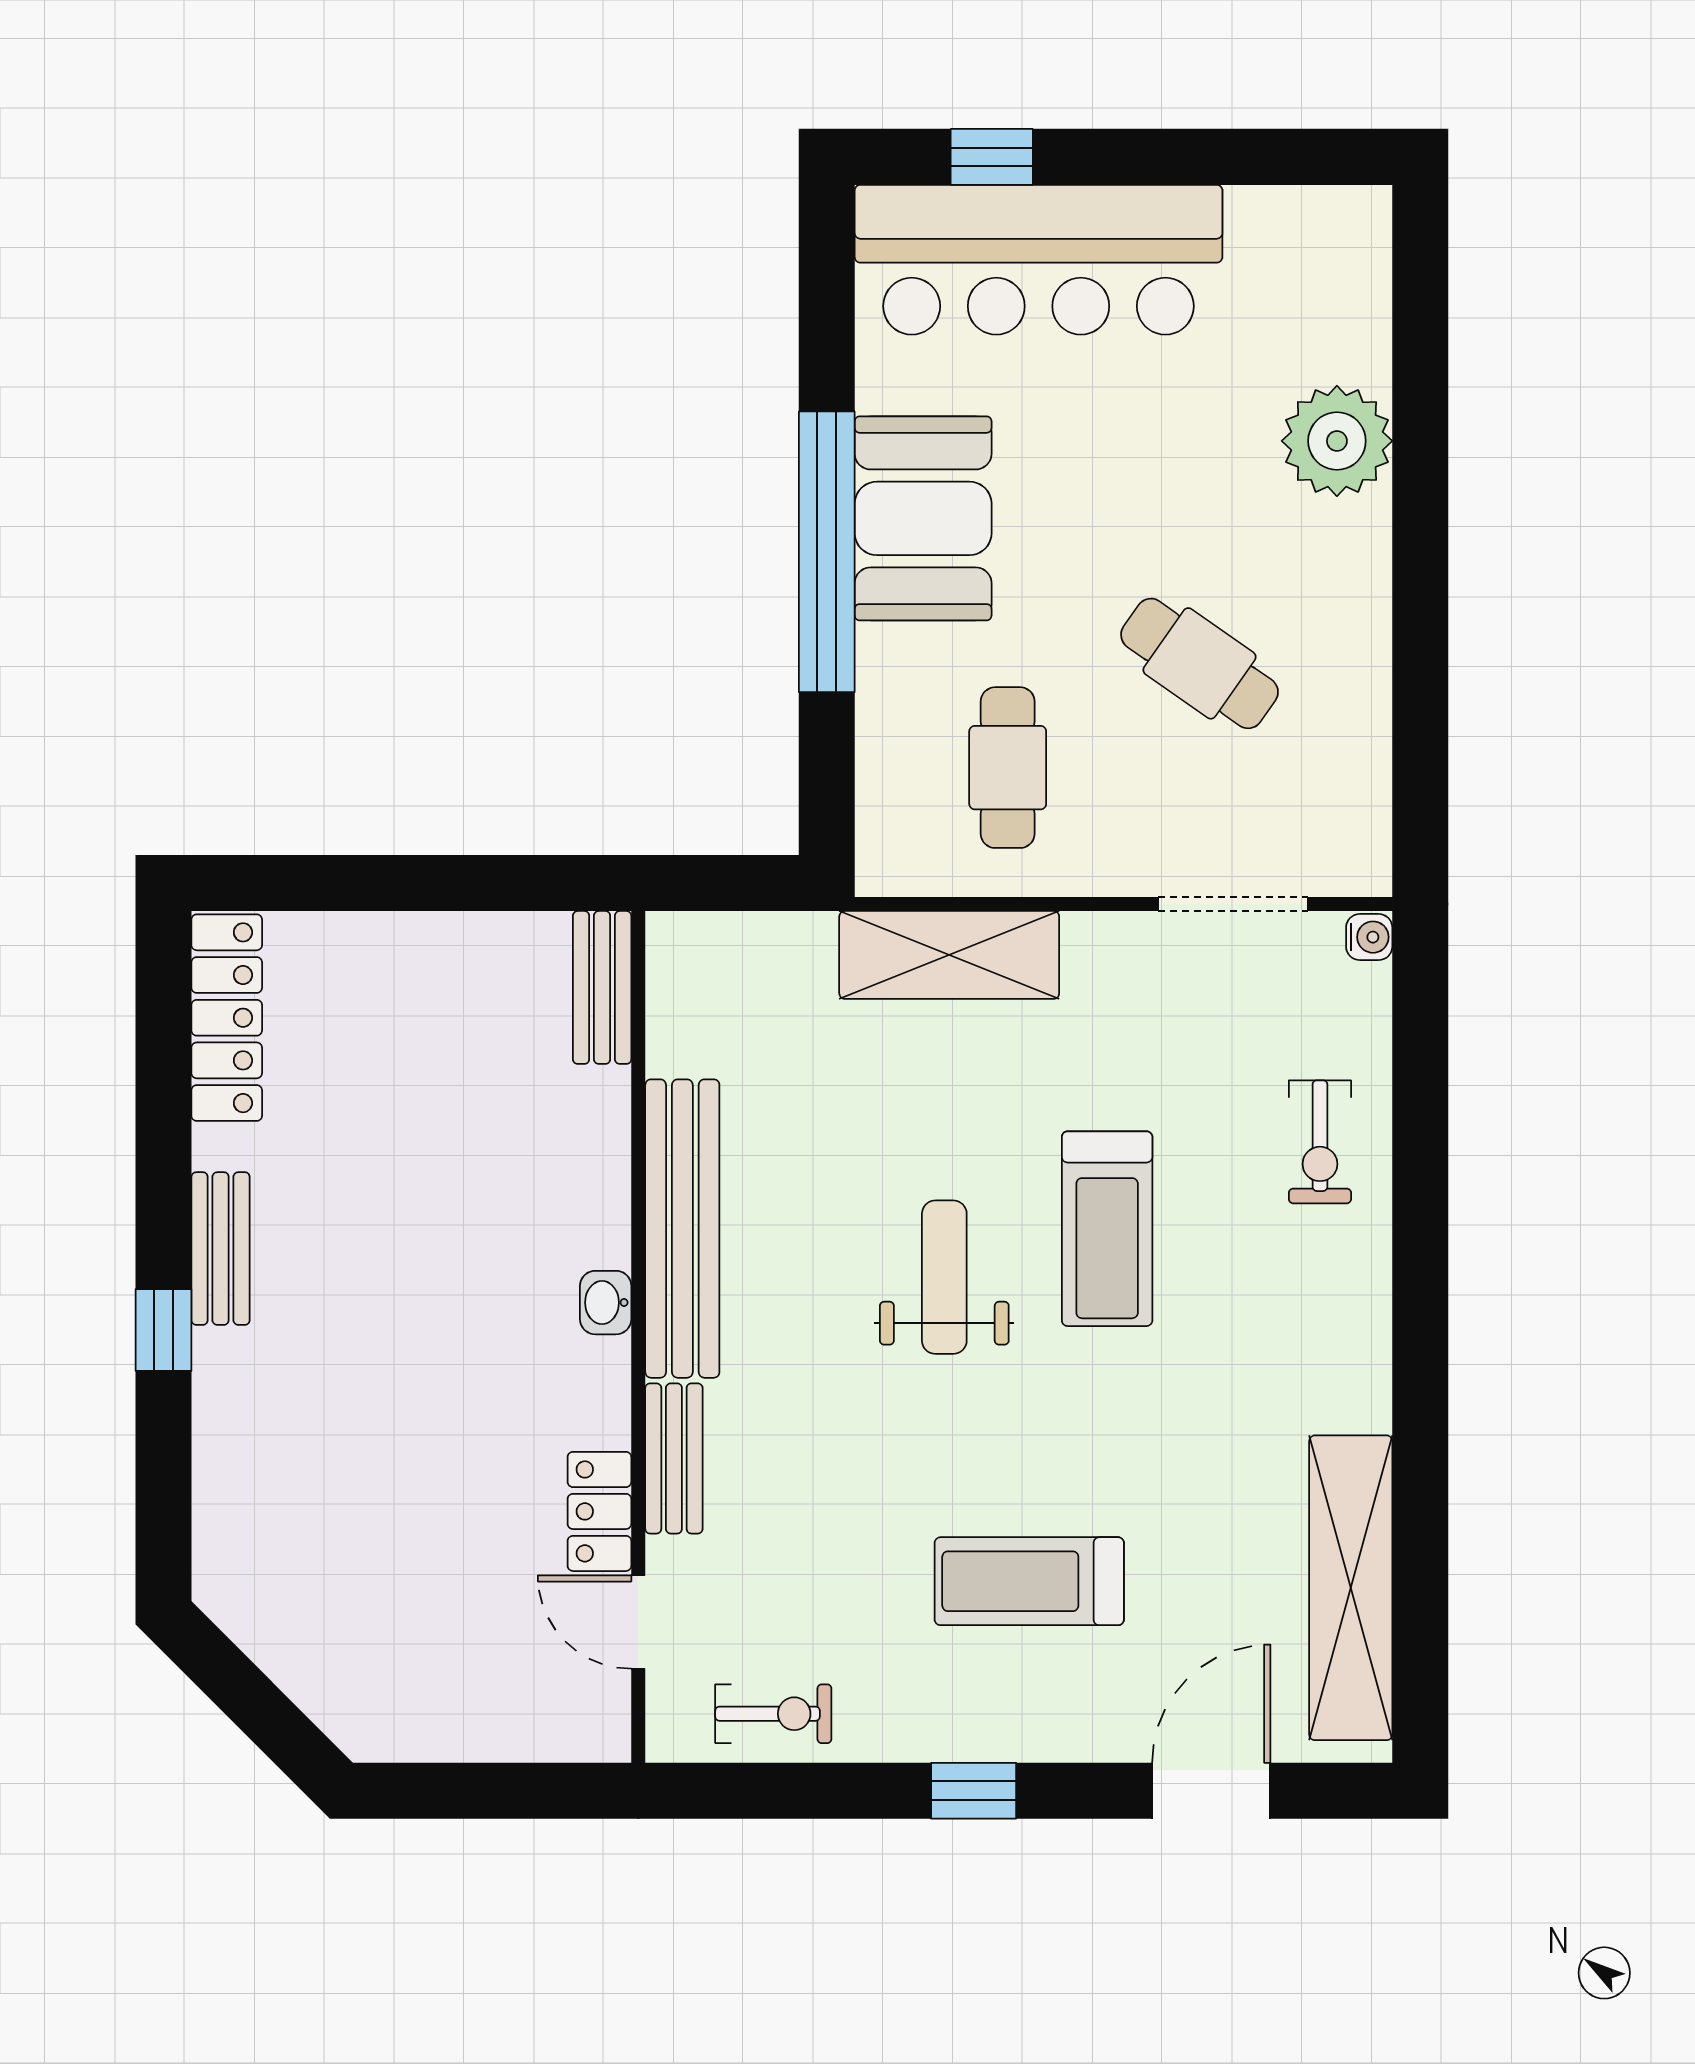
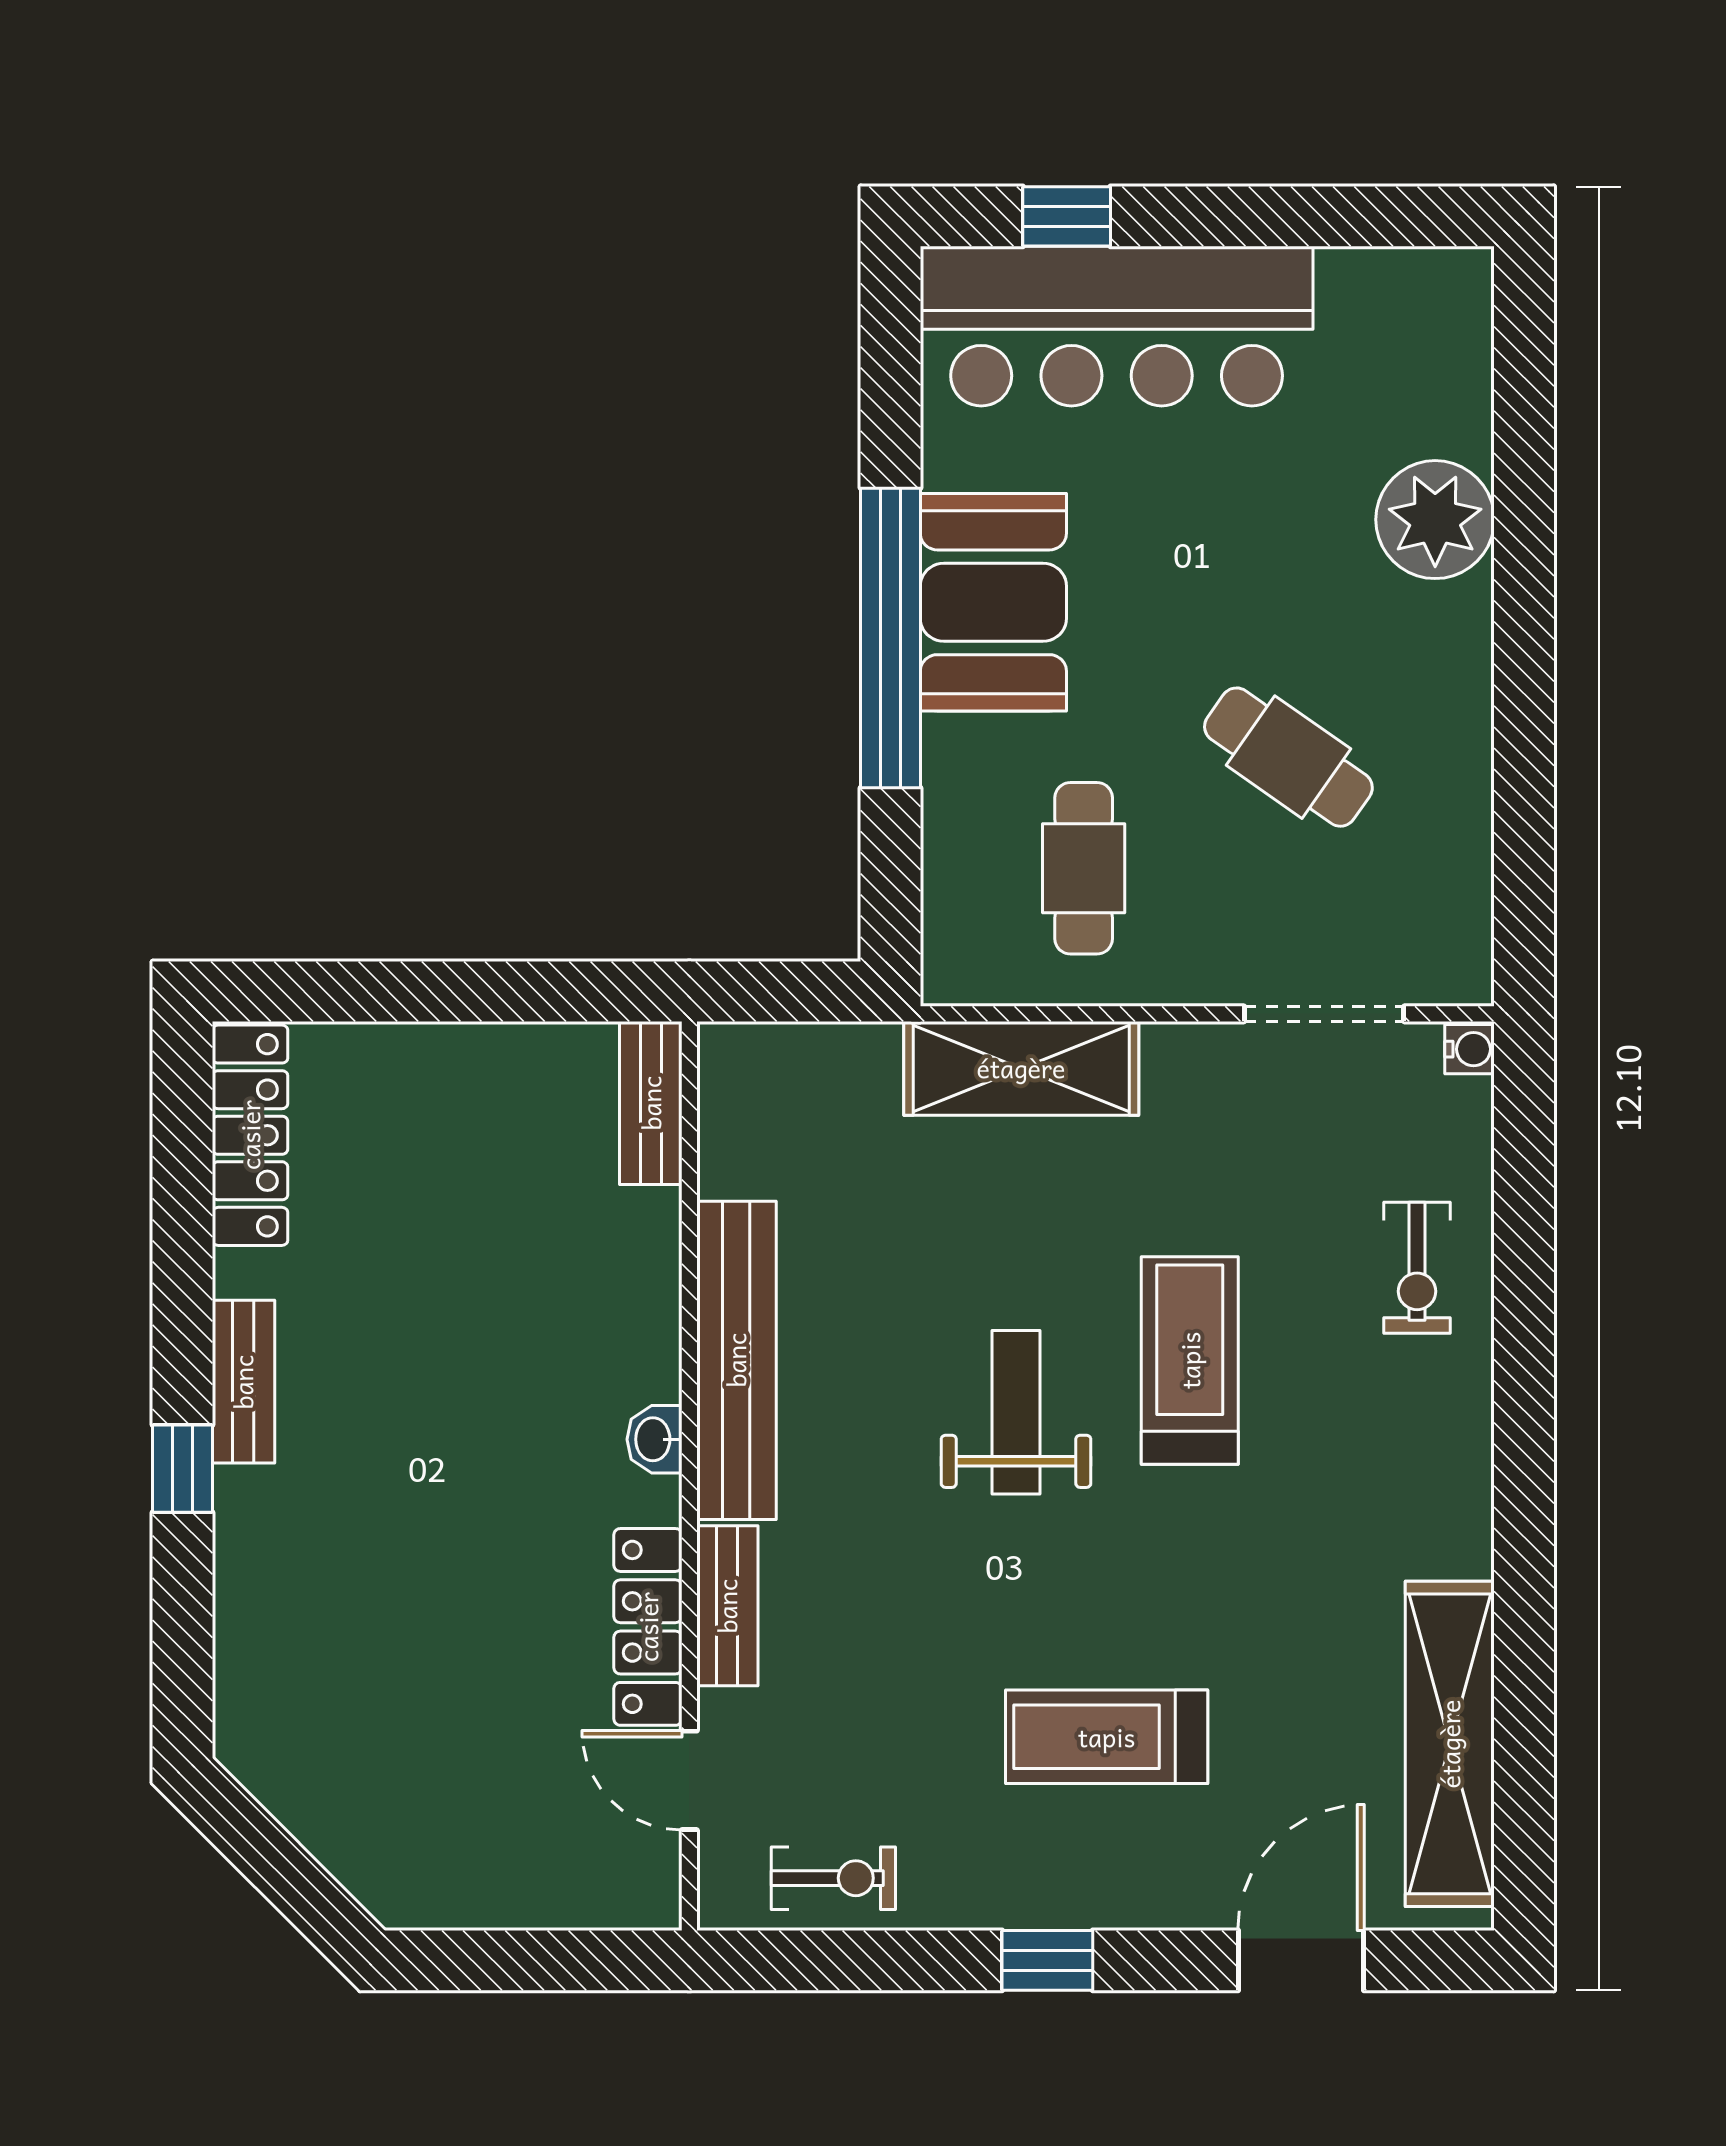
treadmill: (1107, 1229) -> (1190, 1360), turned 180
locker: (599, 1511) -> (648, 1627), width x1.53

